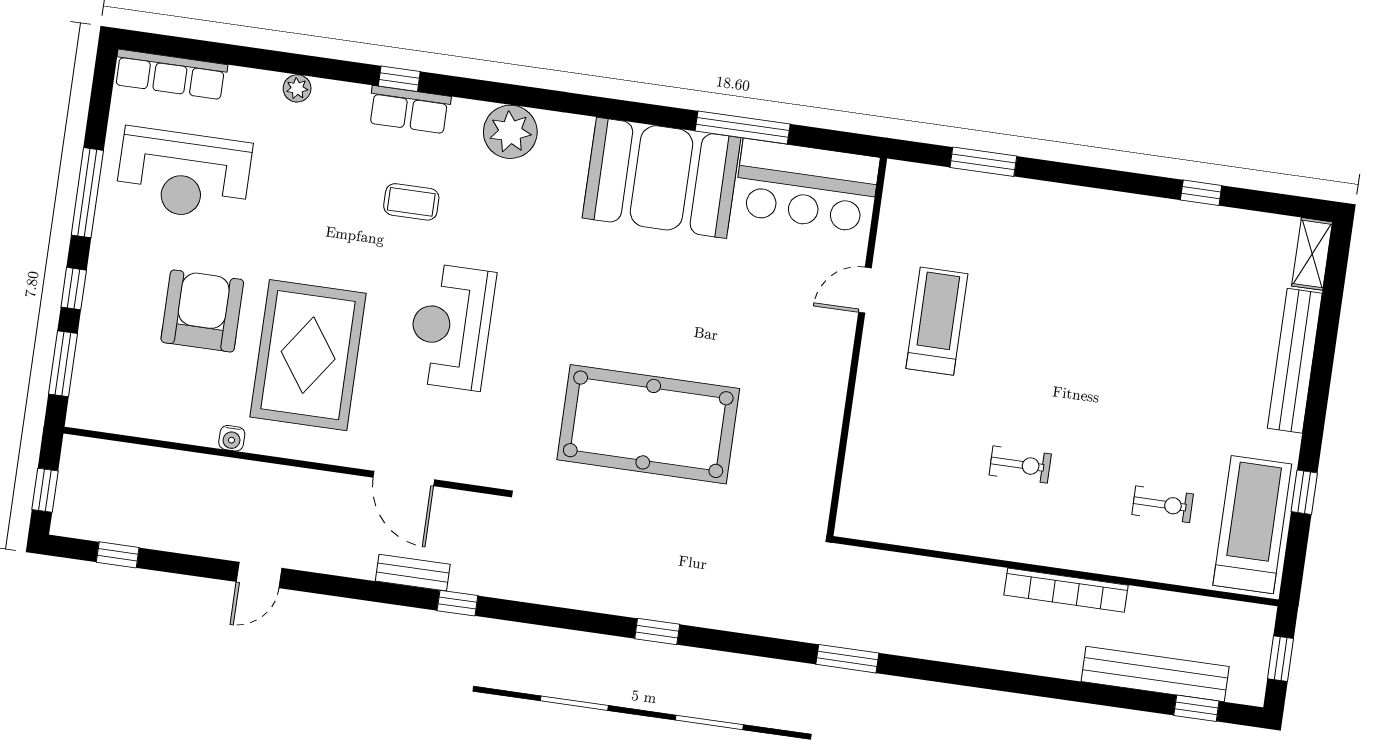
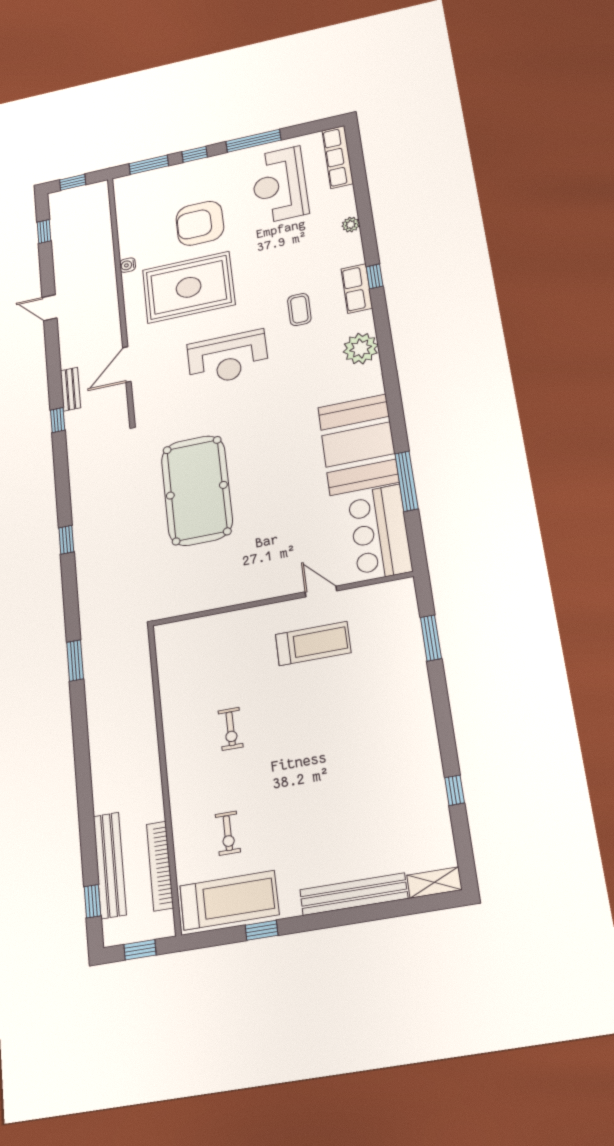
armchair: (202, 311) -> (200, 223), turned 180
reception desk: (451, 327) -> (228, 358), turned 180
bookcase: (1066, 590) -> (160, 866), moved

